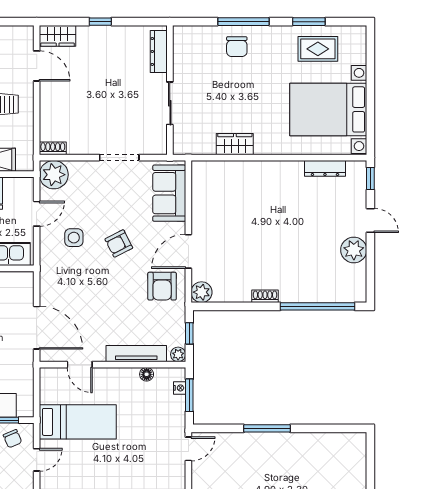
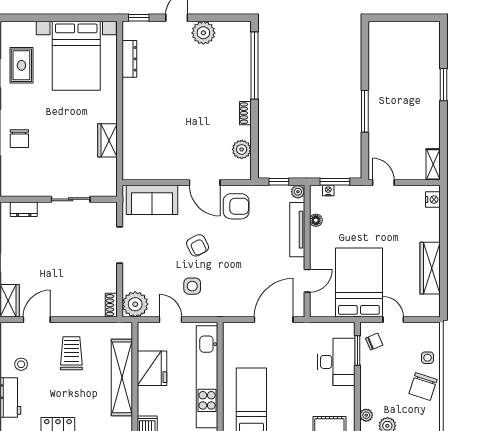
chair: (237, 47) -> (19, 139), turned 90
dresser: (159, 51) -> (24, 209), width x0.70
plant: (202, 292) -> (242, 149), moved
bed: (78, 422) -> (359, 283), width x1.50

